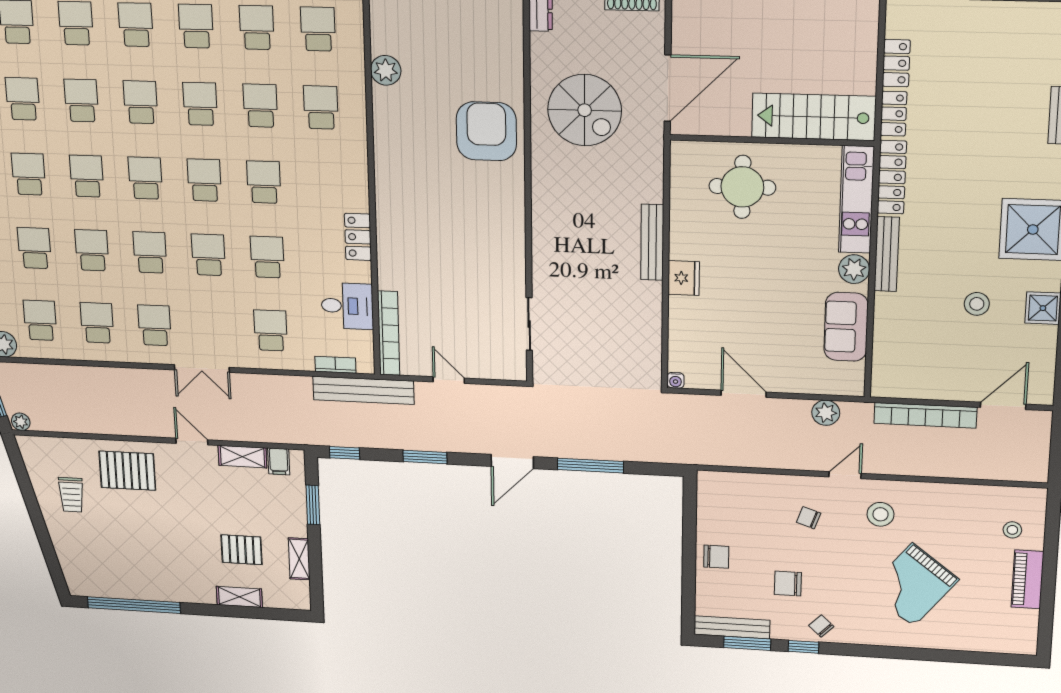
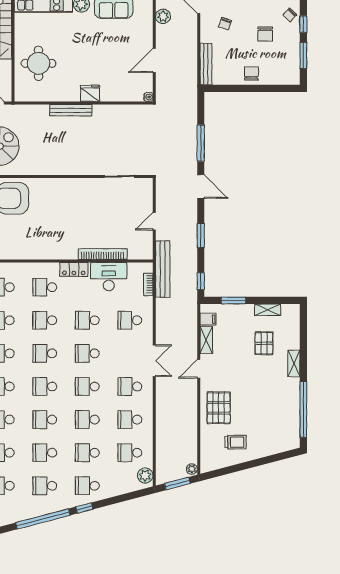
school desk: (324, 184) -> (45, 287), added
desk: (347, 306) -> (109, 277), width x1.37
bookcase: (389, 333) -> (103, 254), moved
shelving: (239, 597) -> (294, 363), moved
bench: (732, 627) -> (206, 64), moved

